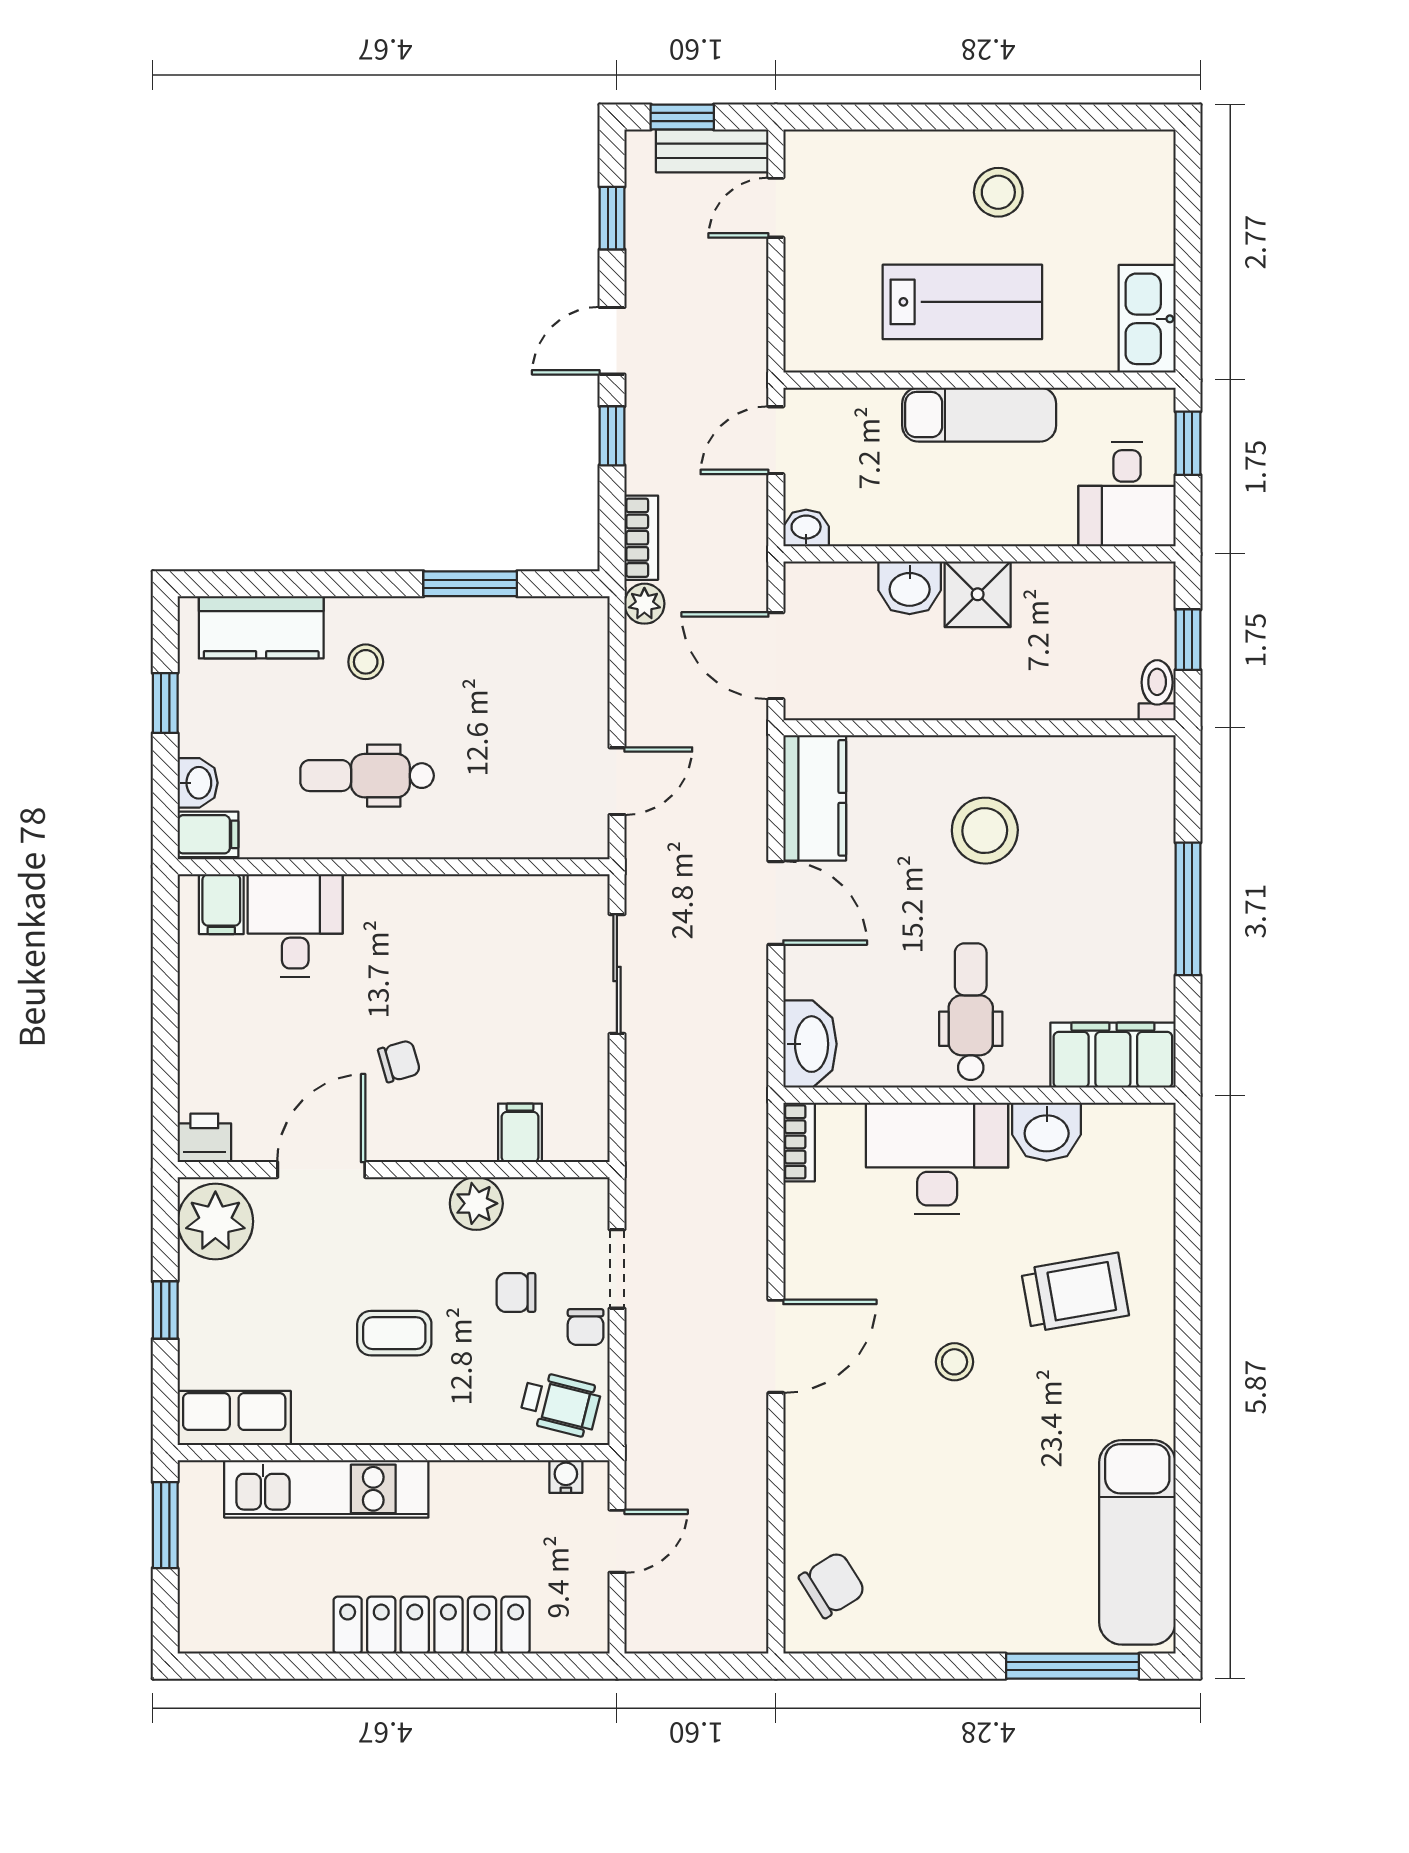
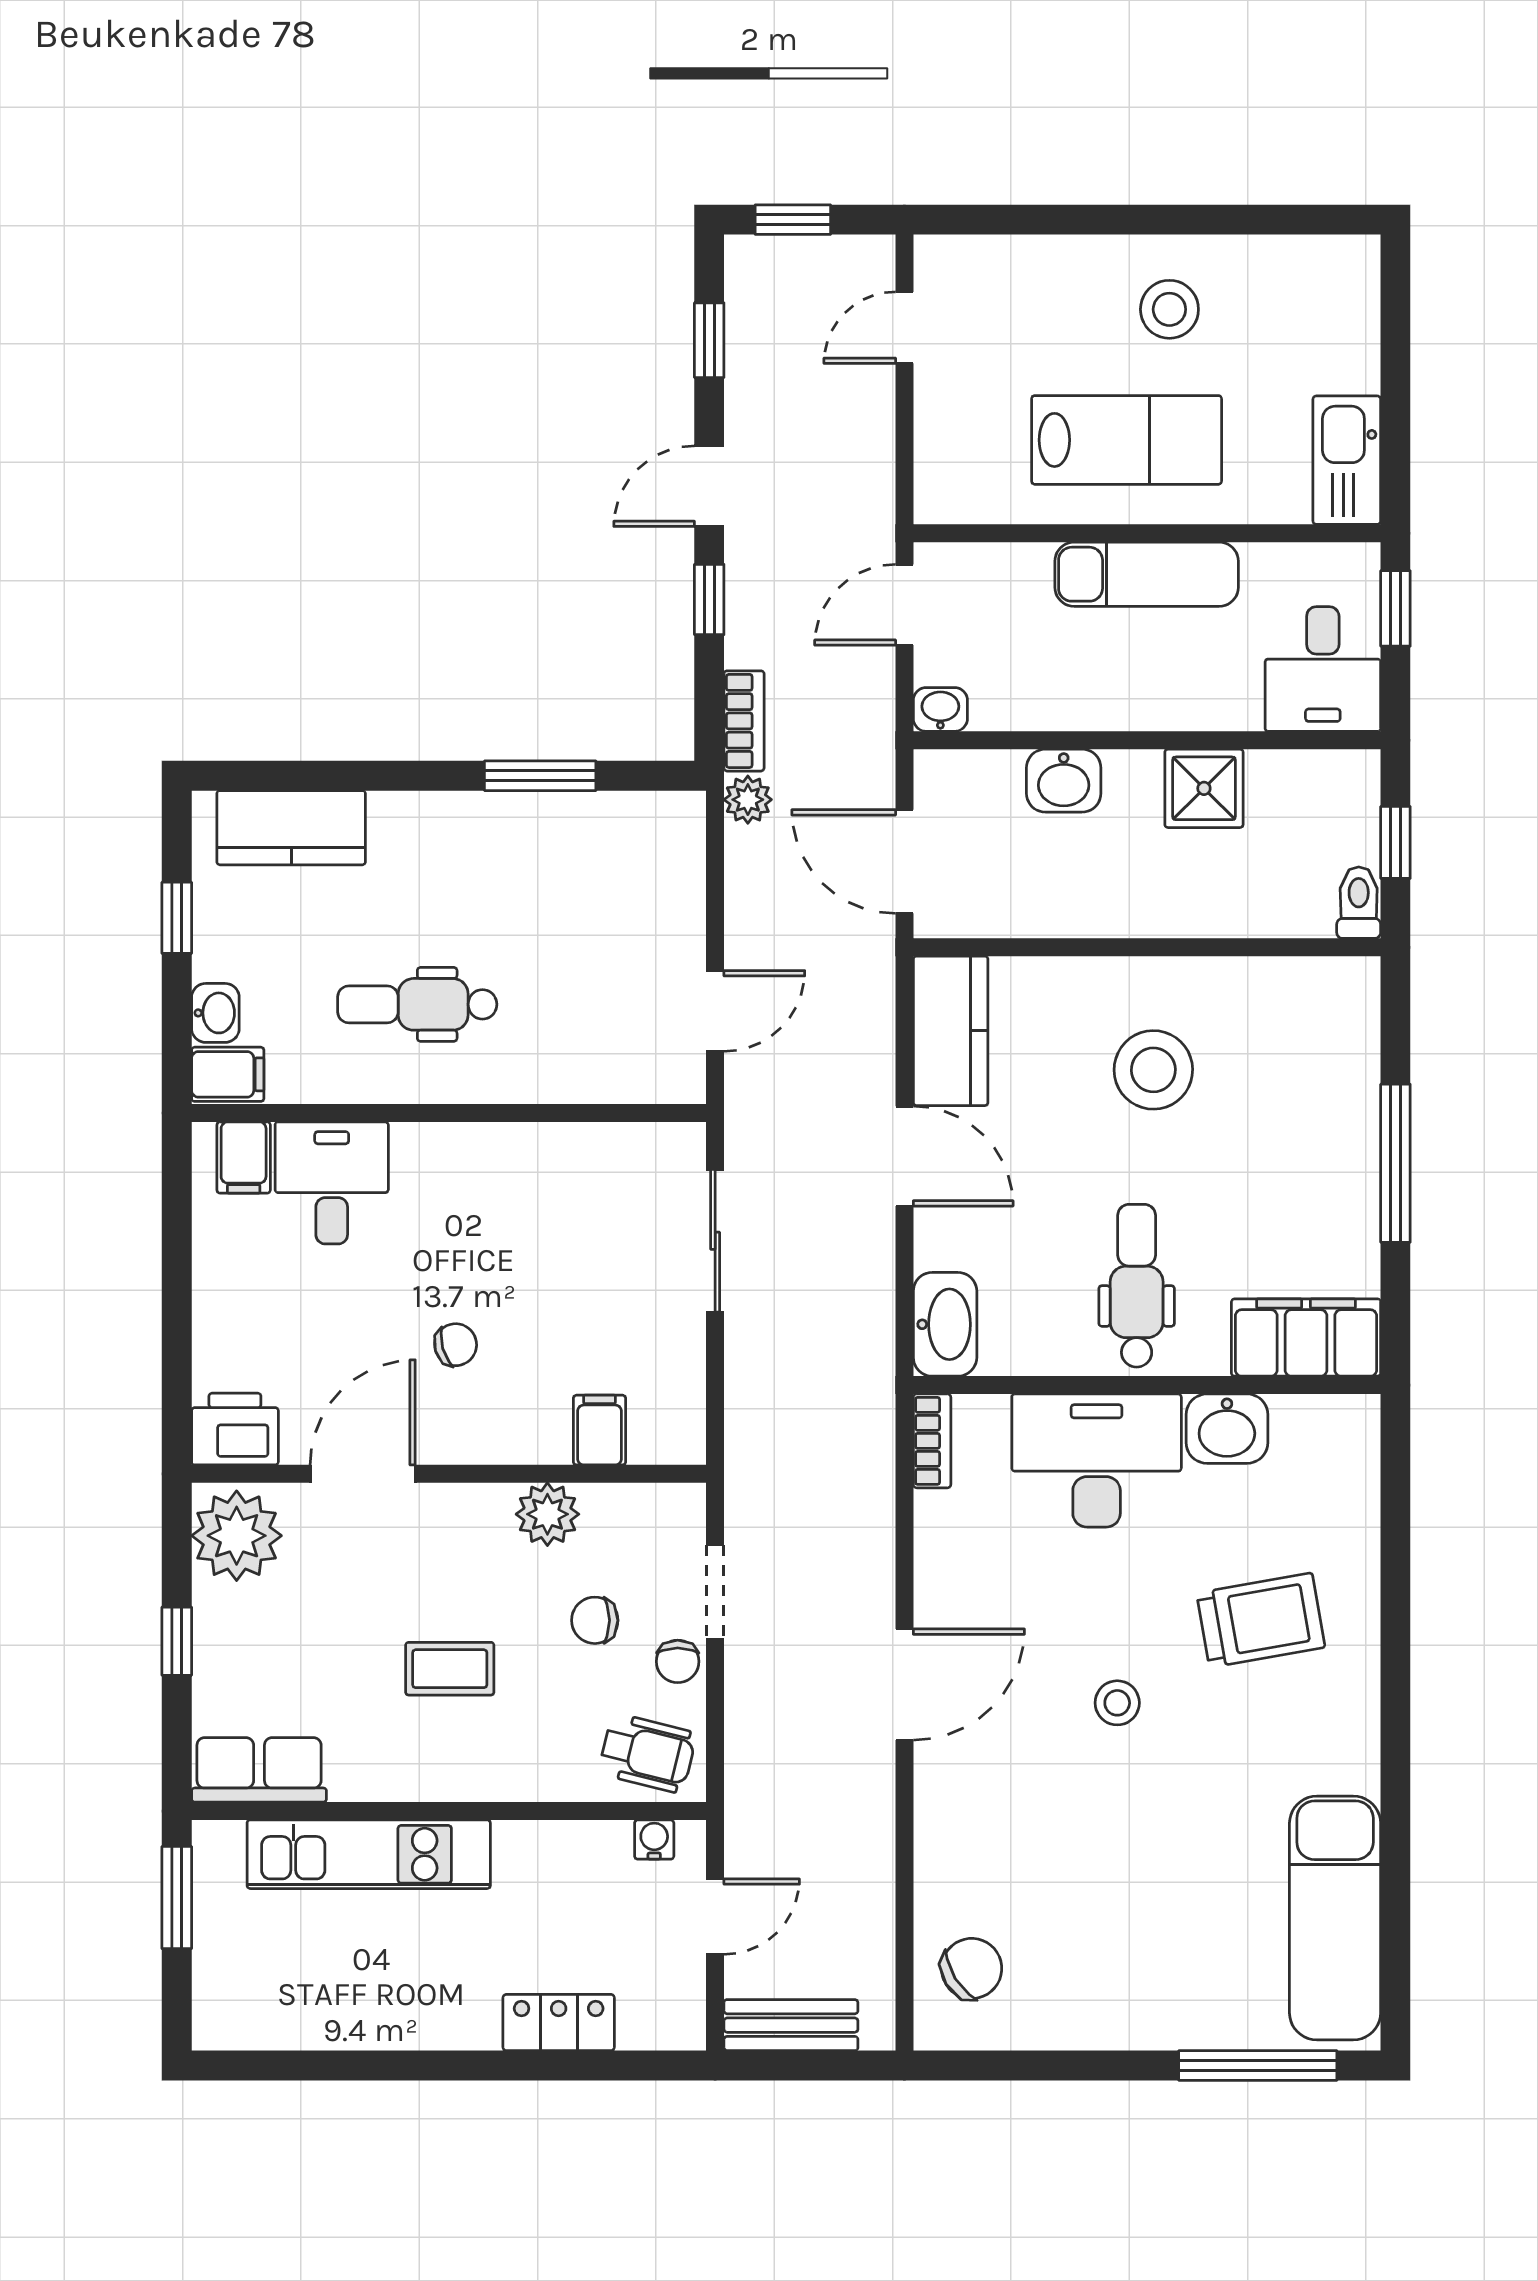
bench: (712, 151) -> (791, 2025), moved
shower: (978, 594) -> (1204, 788), moved
stool: (366, 662) -> (416, 869), removed
printer: (204, 1138) -> (235, 1429), width x1.36, depth x1.24
locker: (432, 1625) -> (559, 2023), width x0.46, depth x0.83

